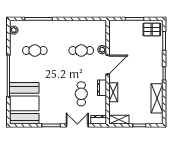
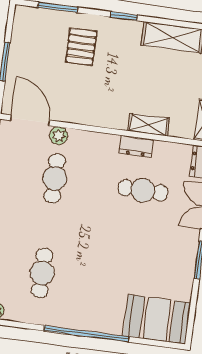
pallet: (152, 29) -> (81, 47), moved
door: (108, 65) -> (30, 120), moved
booth: (24, 103) -> (157, 319), width x0.73, depth x0.70

